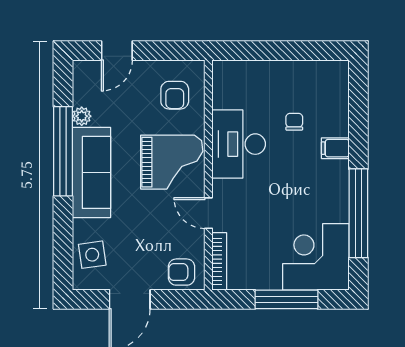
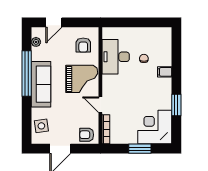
plant: (82, 116) -> (36, 42), moved
desk: (239, 144) -> (116, 57), moved
window: (358, 213) -> (176, 105), width x0.47
window: (286, 299) -> (140, 149), width x0.69

